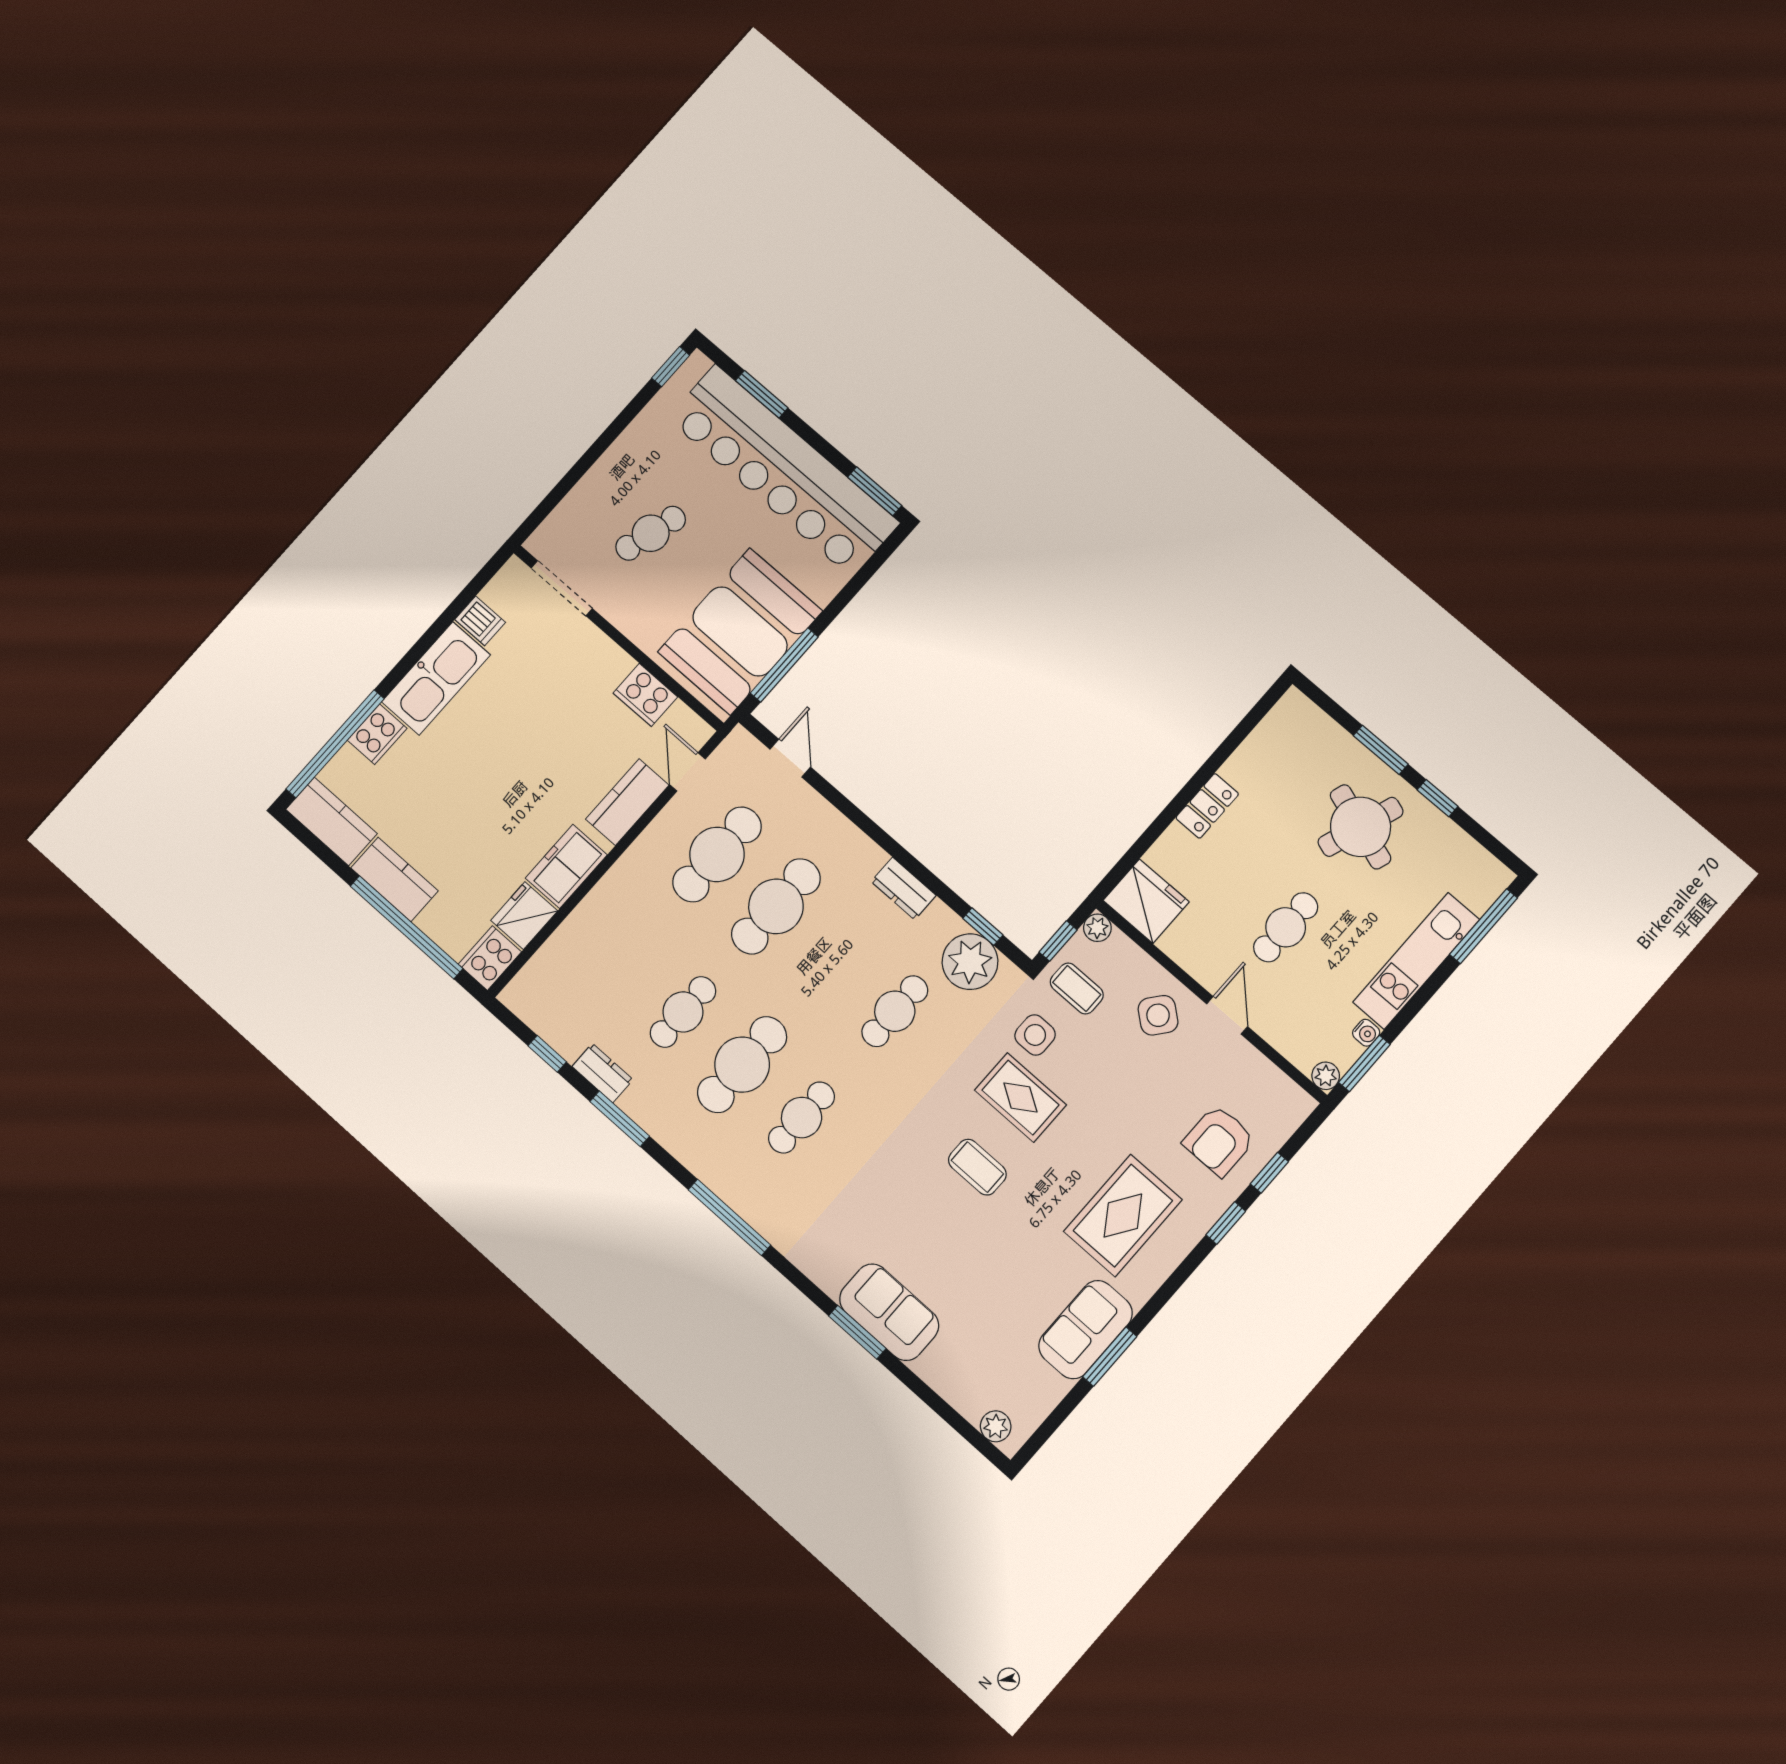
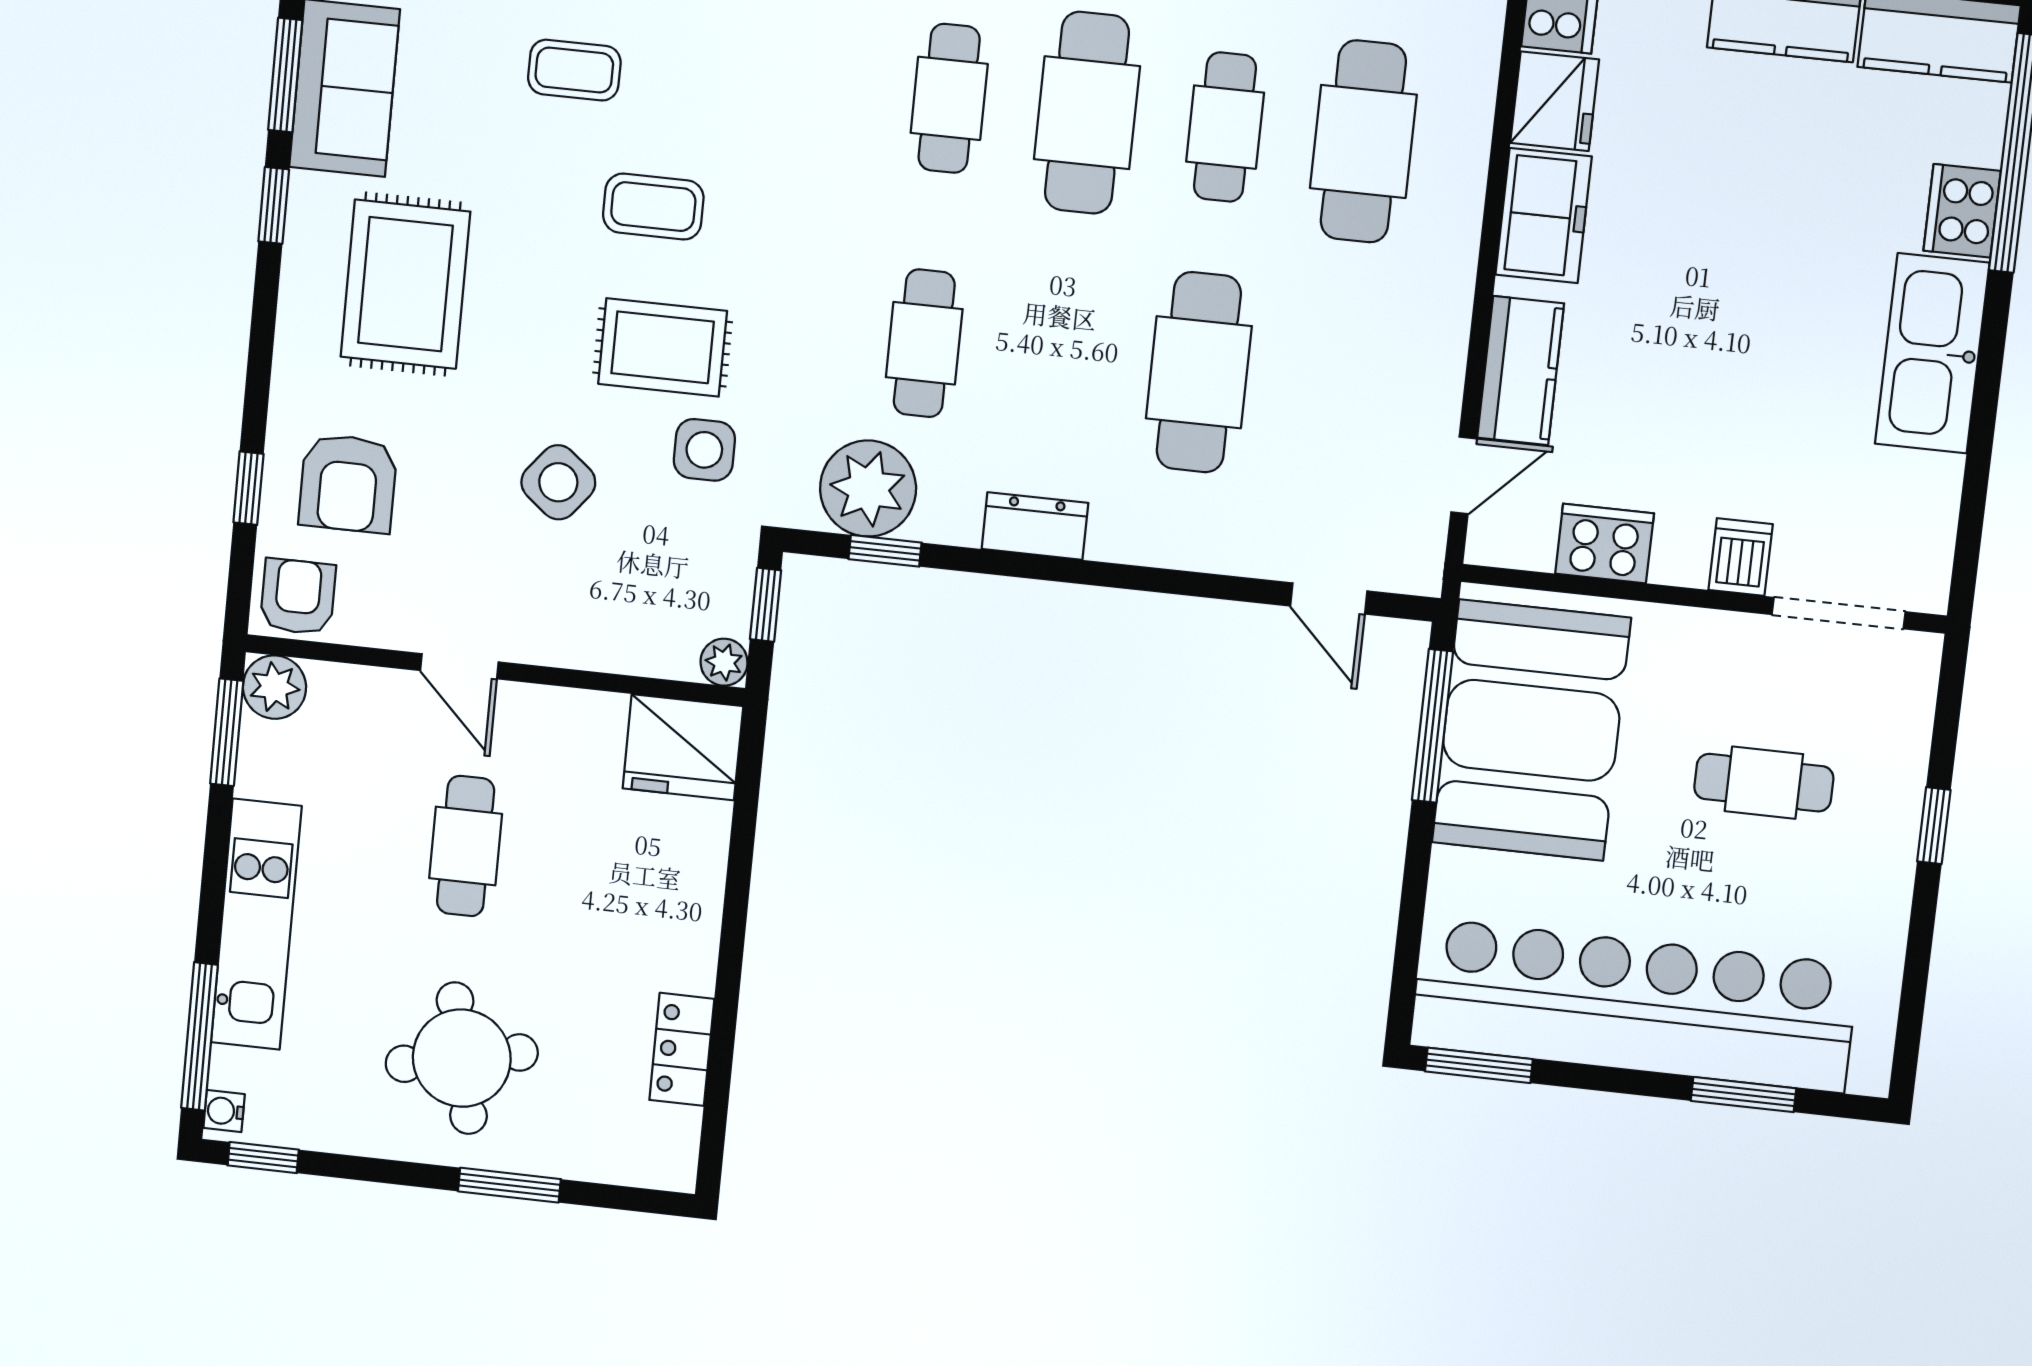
window: (671, 367) -> (1934, 826), moved
cafe table: (651, 533) -> (1764, 783), turned 74
dishwasher: (480, 621) -> (1741, 557), moved, turned 90
door: (688, 772) -> (1464, 475), hinge flipped
window: (1437, 798) -> (263, 1158), moved
locker: (1207, 806) -> (682, 1049), moved
round table: (1361, 827) -> (462, 1058), turned -31
cafe table: (717, 854) -> (1363, 141), moved
coffee table: (1077, 989) -> (574, 70), moved
side table: (1158, 1015) -> (558, 482), moved
water cooler: (1366, 1033) -> (224, 1111), moved
plant: (1326, 1076) -> (274, 687), width x1.38, depth x1.38
armchair: (1282, 1104) -> (298, 597), added
armchair: (1219, 1141) -> (348, 483), turned 180
window: (1226, 1223) -> (274, 205), moved

